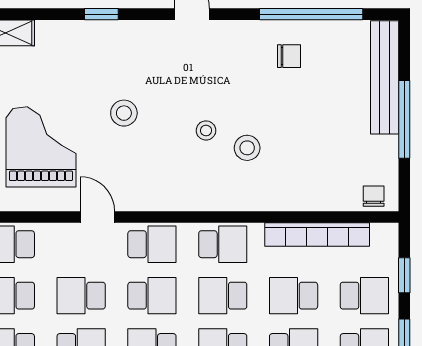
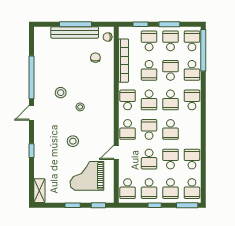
window: (311, 14) -> (32, 77), moved
chair: (289, 56) -> (95, 58), moved
bench: (385, 77) -> (75, 32), moved
stool: (247, 148) -> (61, 93), moved
school desk: (152, 244) -> (128, 129), turned 180

